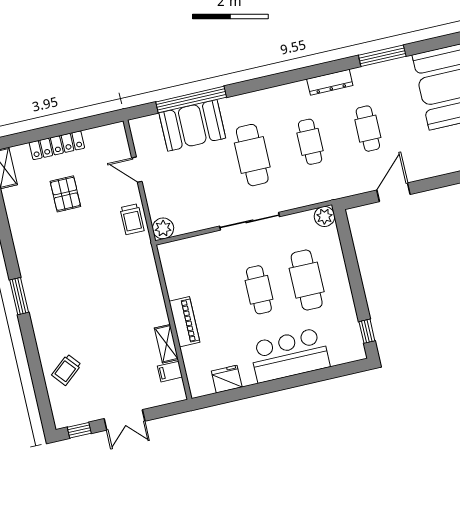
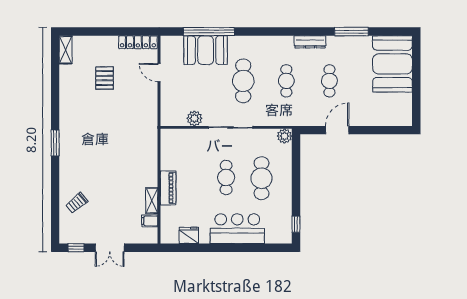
locker: (57, 145) -> (138, 42), moved
trolley: (132, 219) -> (148, 107), removed
plant: (163, 228) -> (194, 118), moved

